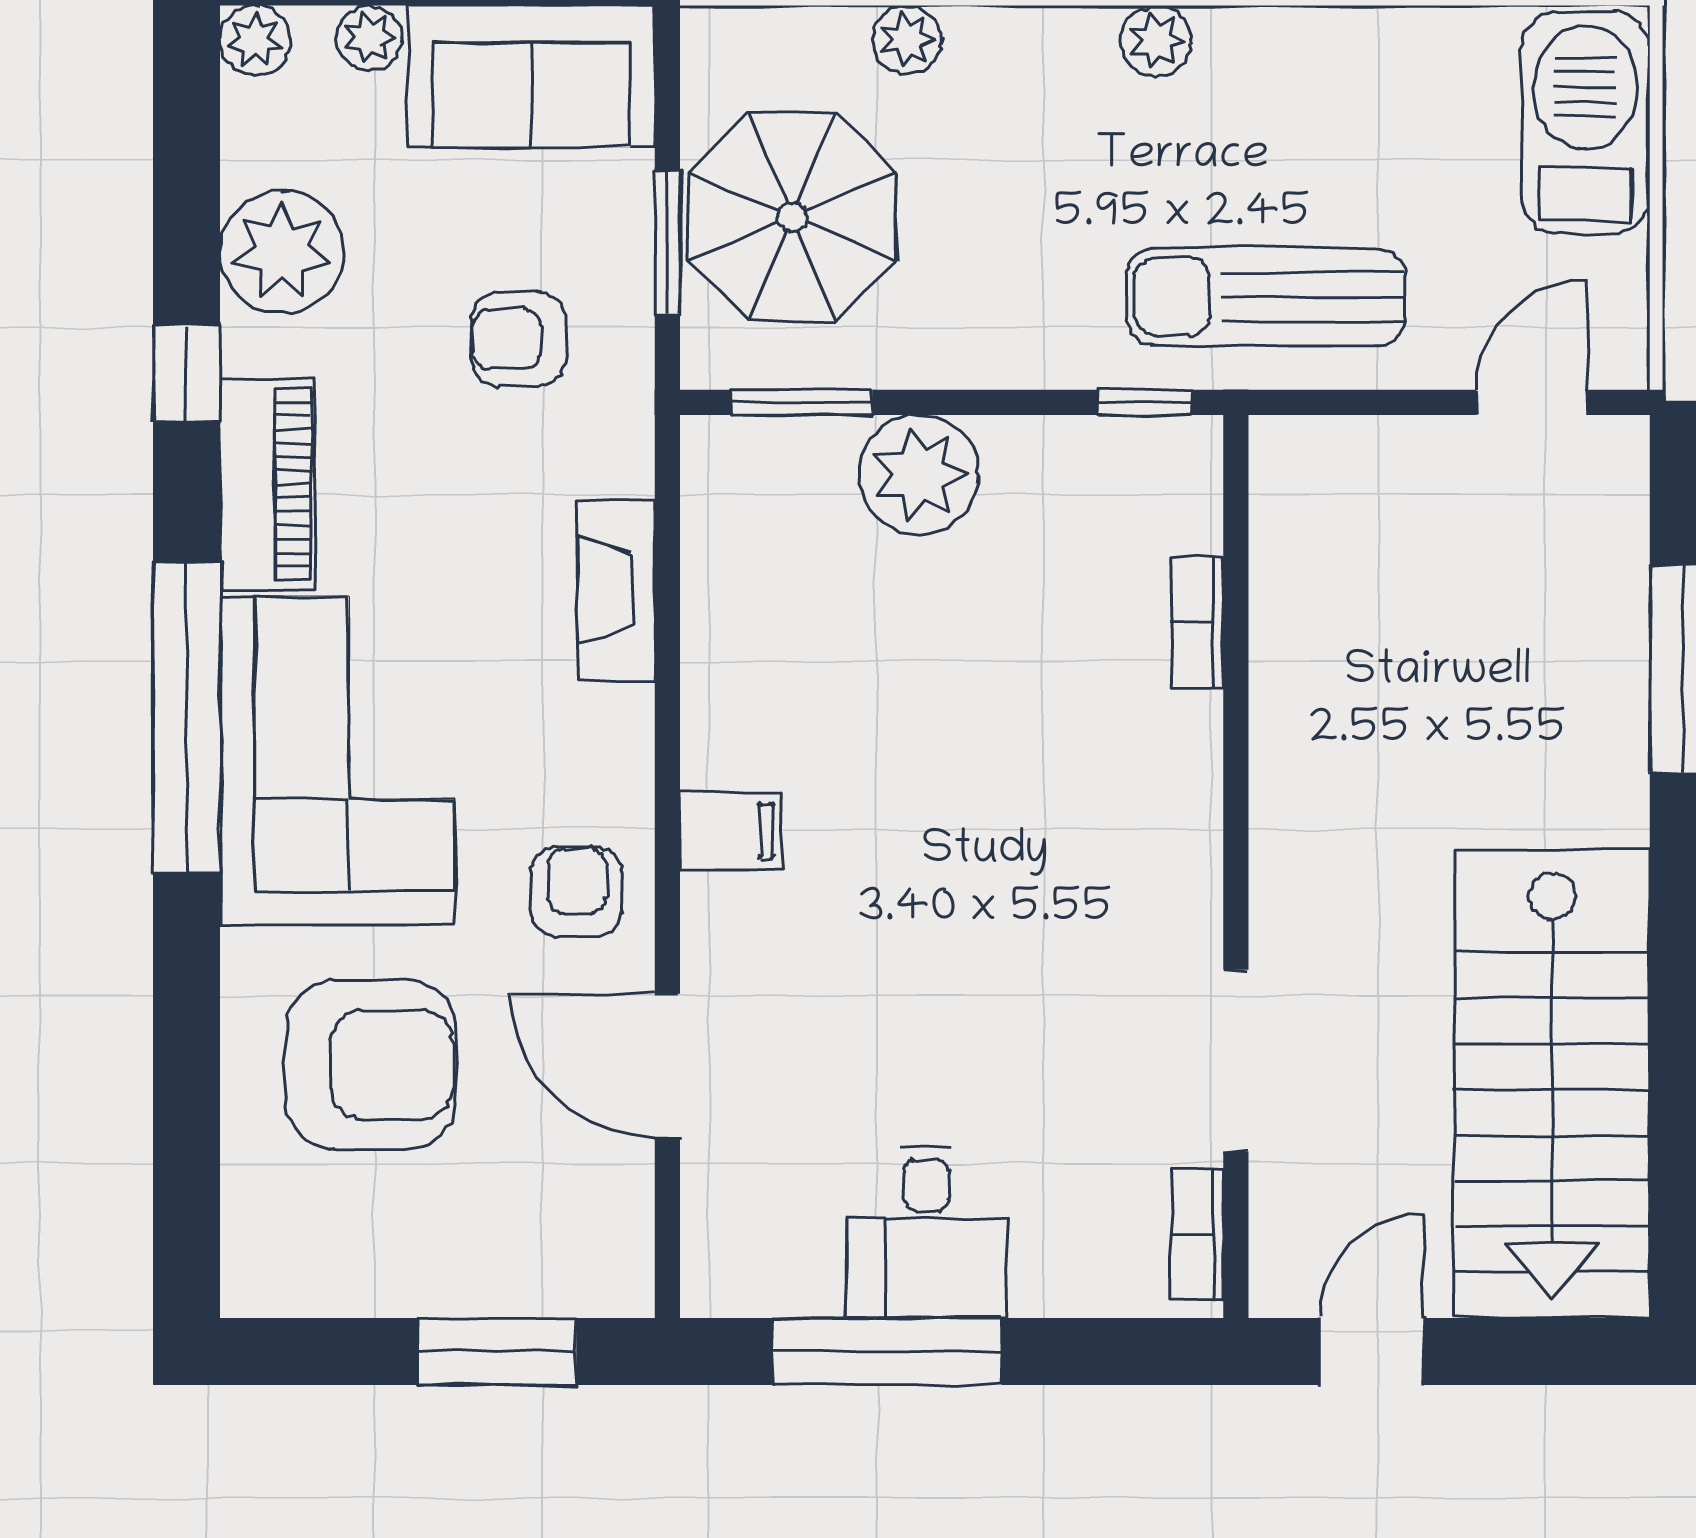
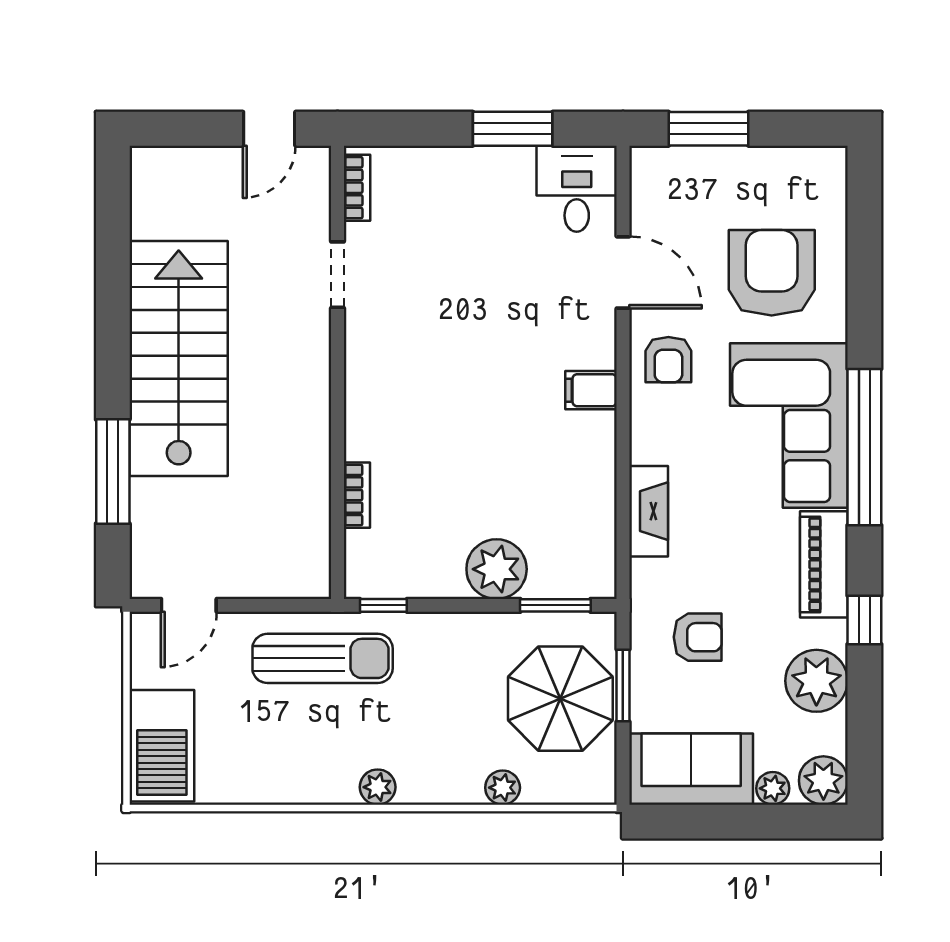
plant: (255, 40) -> (823, 781), width x1.38, depth x1.38
doorway: (1236, 1061) -> (337, 275), width x0.73
armchair: (371, 1065) -> (772, 273), turned 90
stairs: (1552, 1084) -> (179, 359), moved
desk: (927, 1232) -> (577, 189), moved
window: (887, 1351) -> (513, 129), width x0.69

